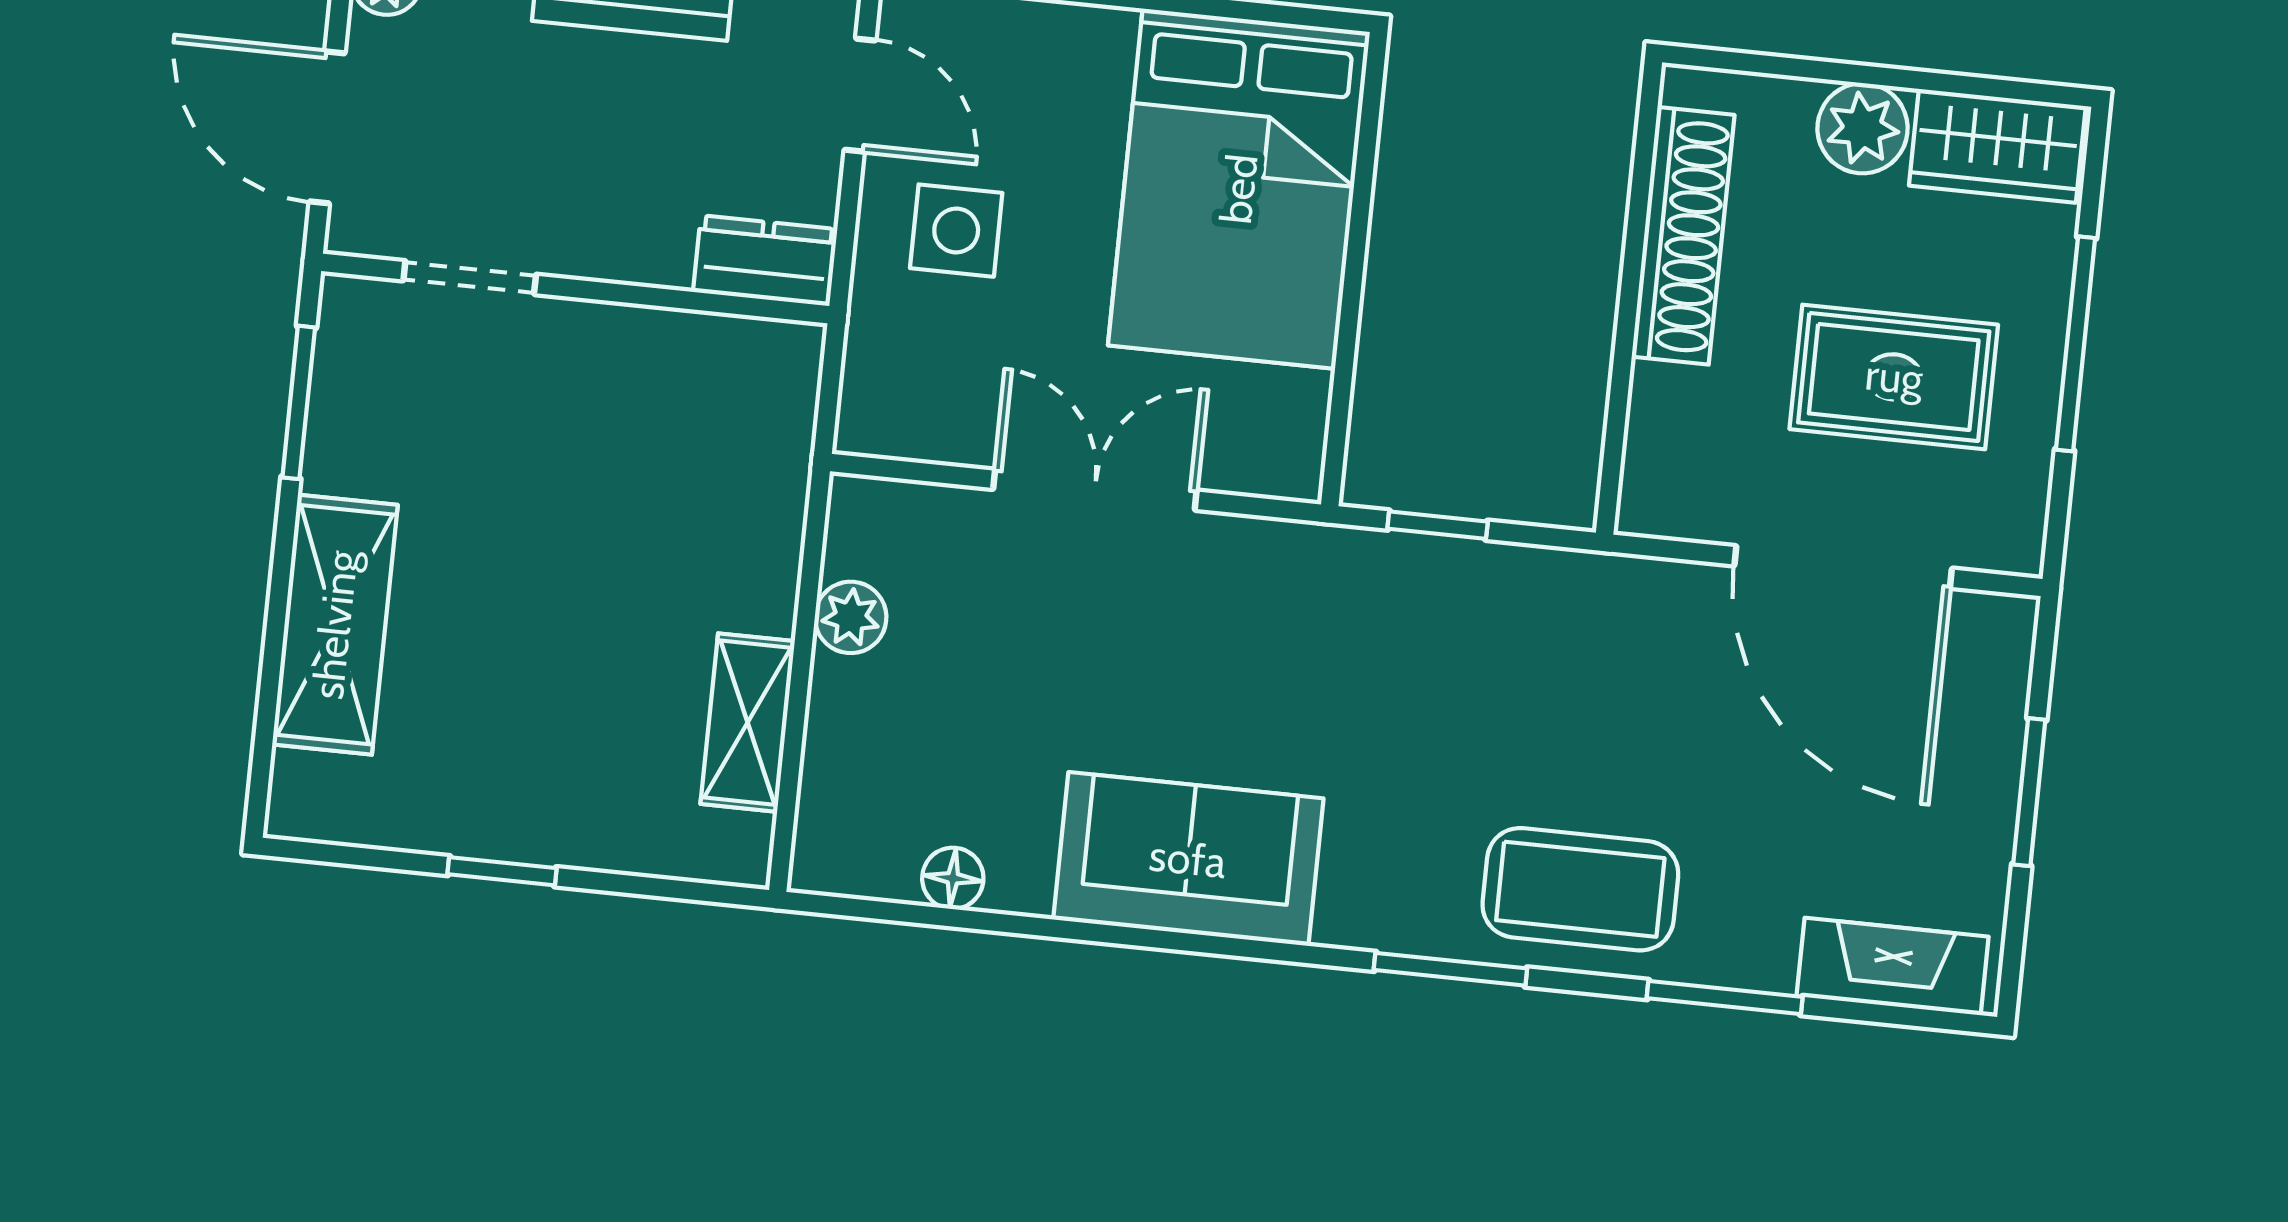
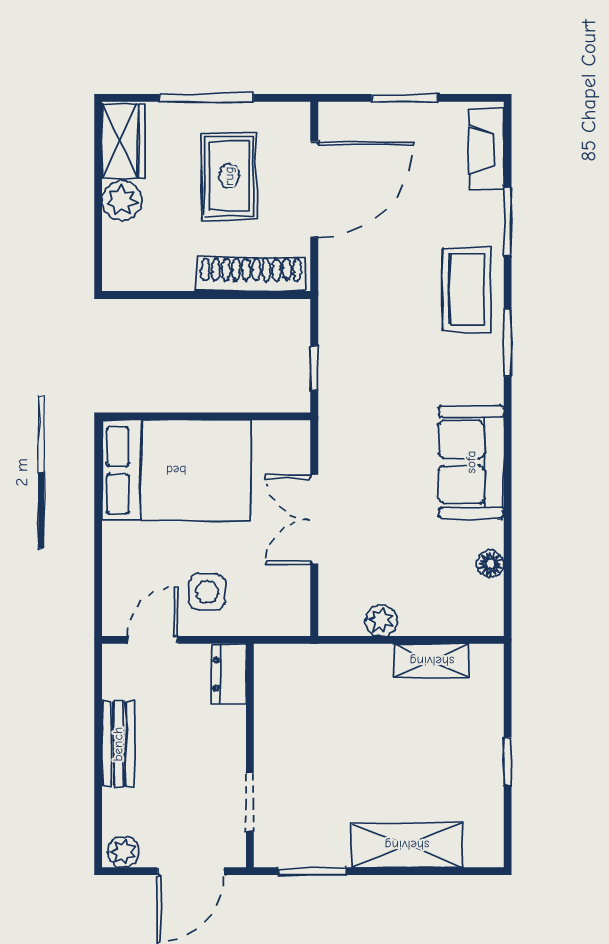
shoe rack: (1683, 236) -> (251, 274), moved

